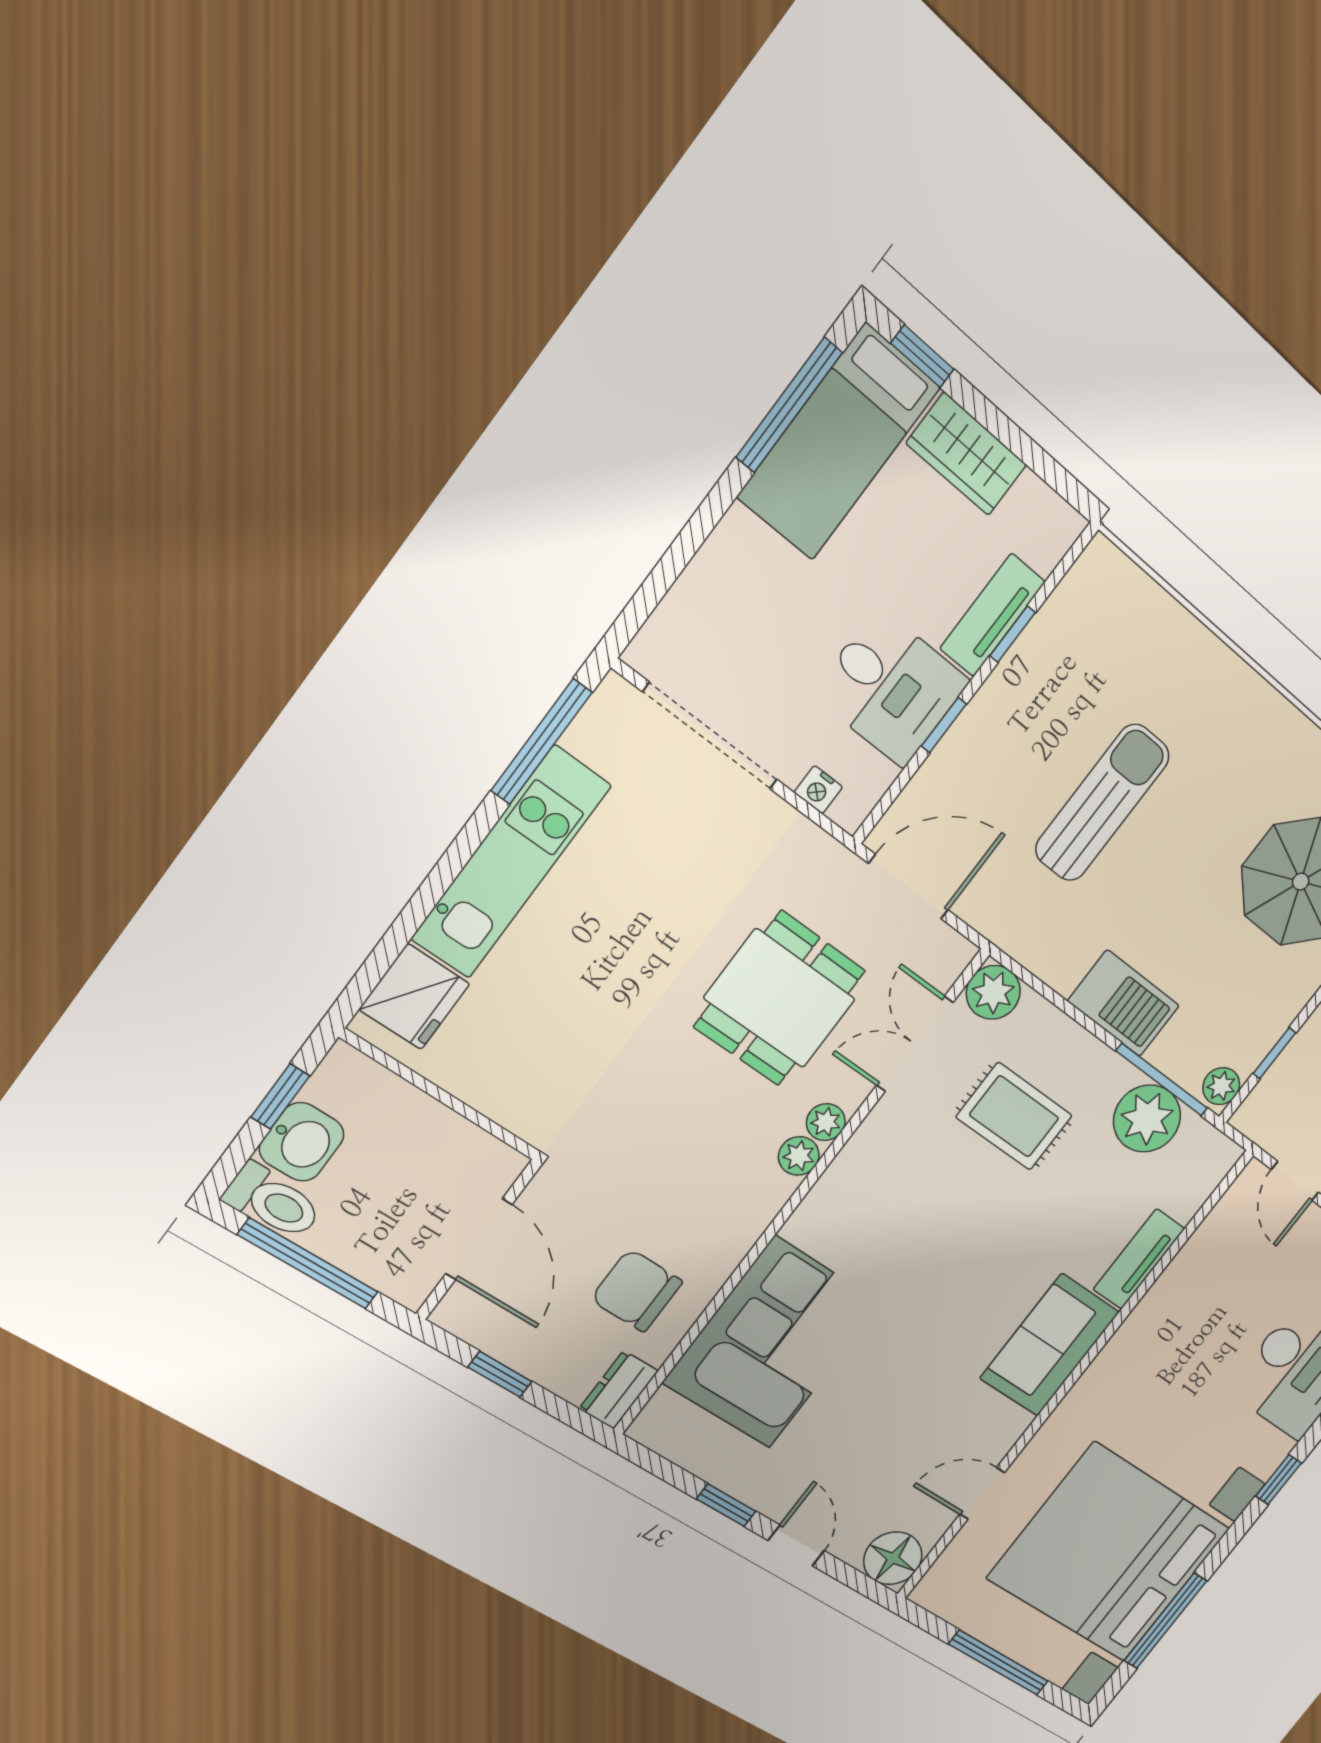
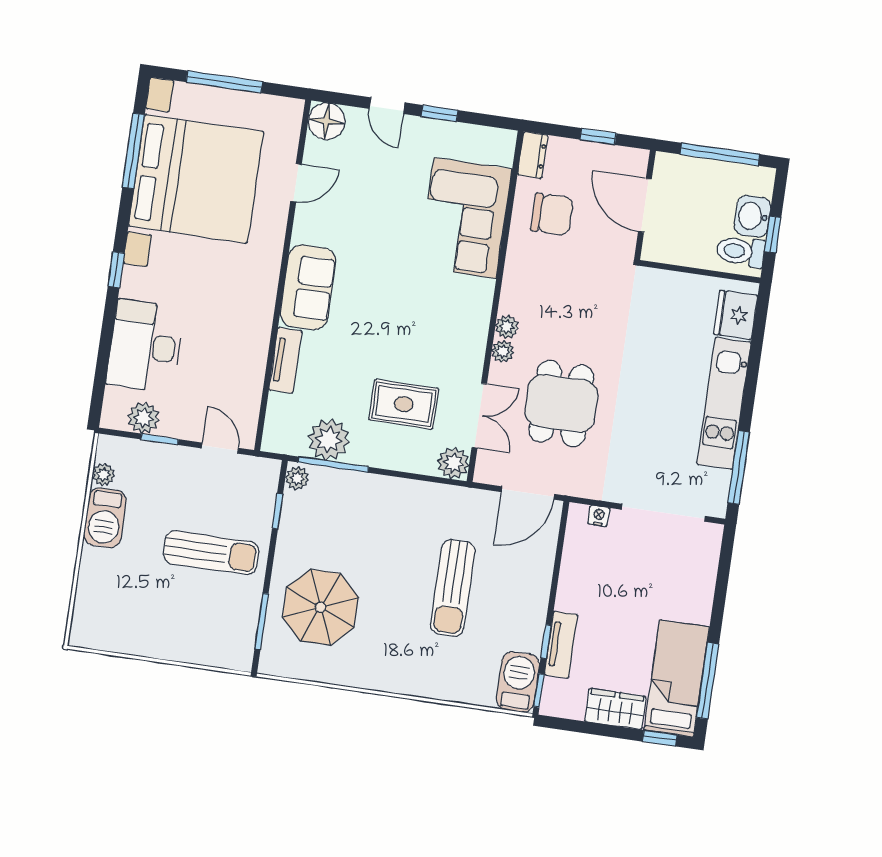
desk: (891, 688) -> (591, 583), removed
window: (944, 725) -> (539, 690), moved
barbecue: (1124, 1003) -> (518, 682), moved, turned 90
toilet: (273, 1202) -> (741, 251), moved

